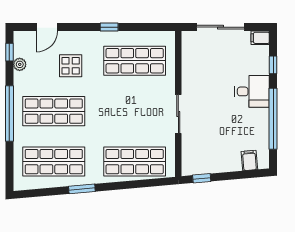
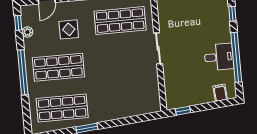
desk: (252, 91) -> (219, 57), moved
sliding door: (178, 114) -> (158, 48), moved
shop shelf: (135, 162) -> (127, 102), removed

